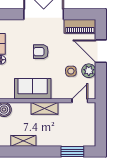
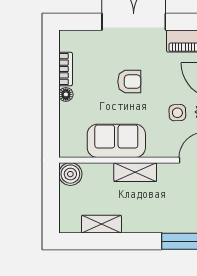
armchair: (41, 52) -> (129, 82), turned 180

